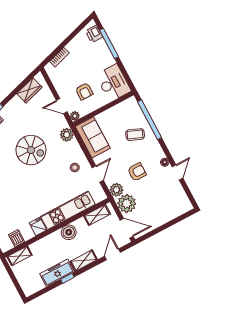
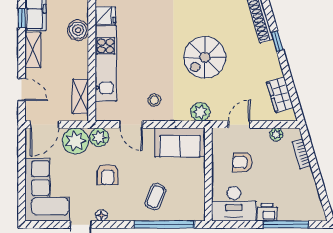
printer: (94, 34) -> (267, 212), moved
plant: (75, 116) -> (276, 134), moved
corner sofa: (167, 205) -> (47, 190), added
boiler: (69, 232) -> (78, 30), moved

